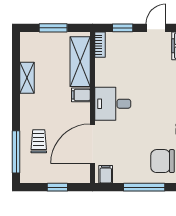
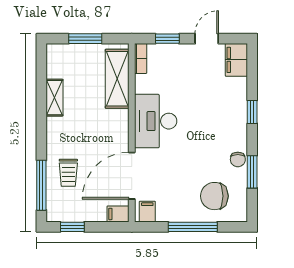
filing cabinet: (81, 95) -> (118, 214), moved
desk: (113, 104) -> (156, 121), width x1.37
trolley: (39, 141) -> (68, 173), turned 180
window: (57, 187) -> (72, 227), moved

